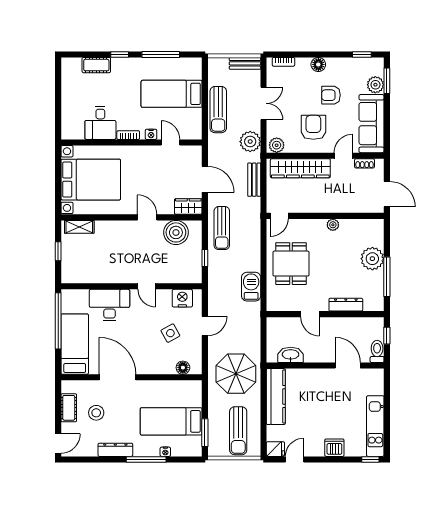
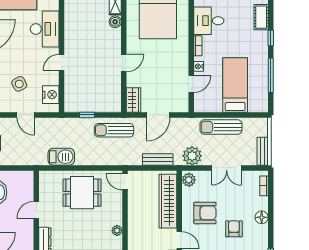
boiler: (176, 232) -> (115, 22), moved, width x0.54, depth x0.54

